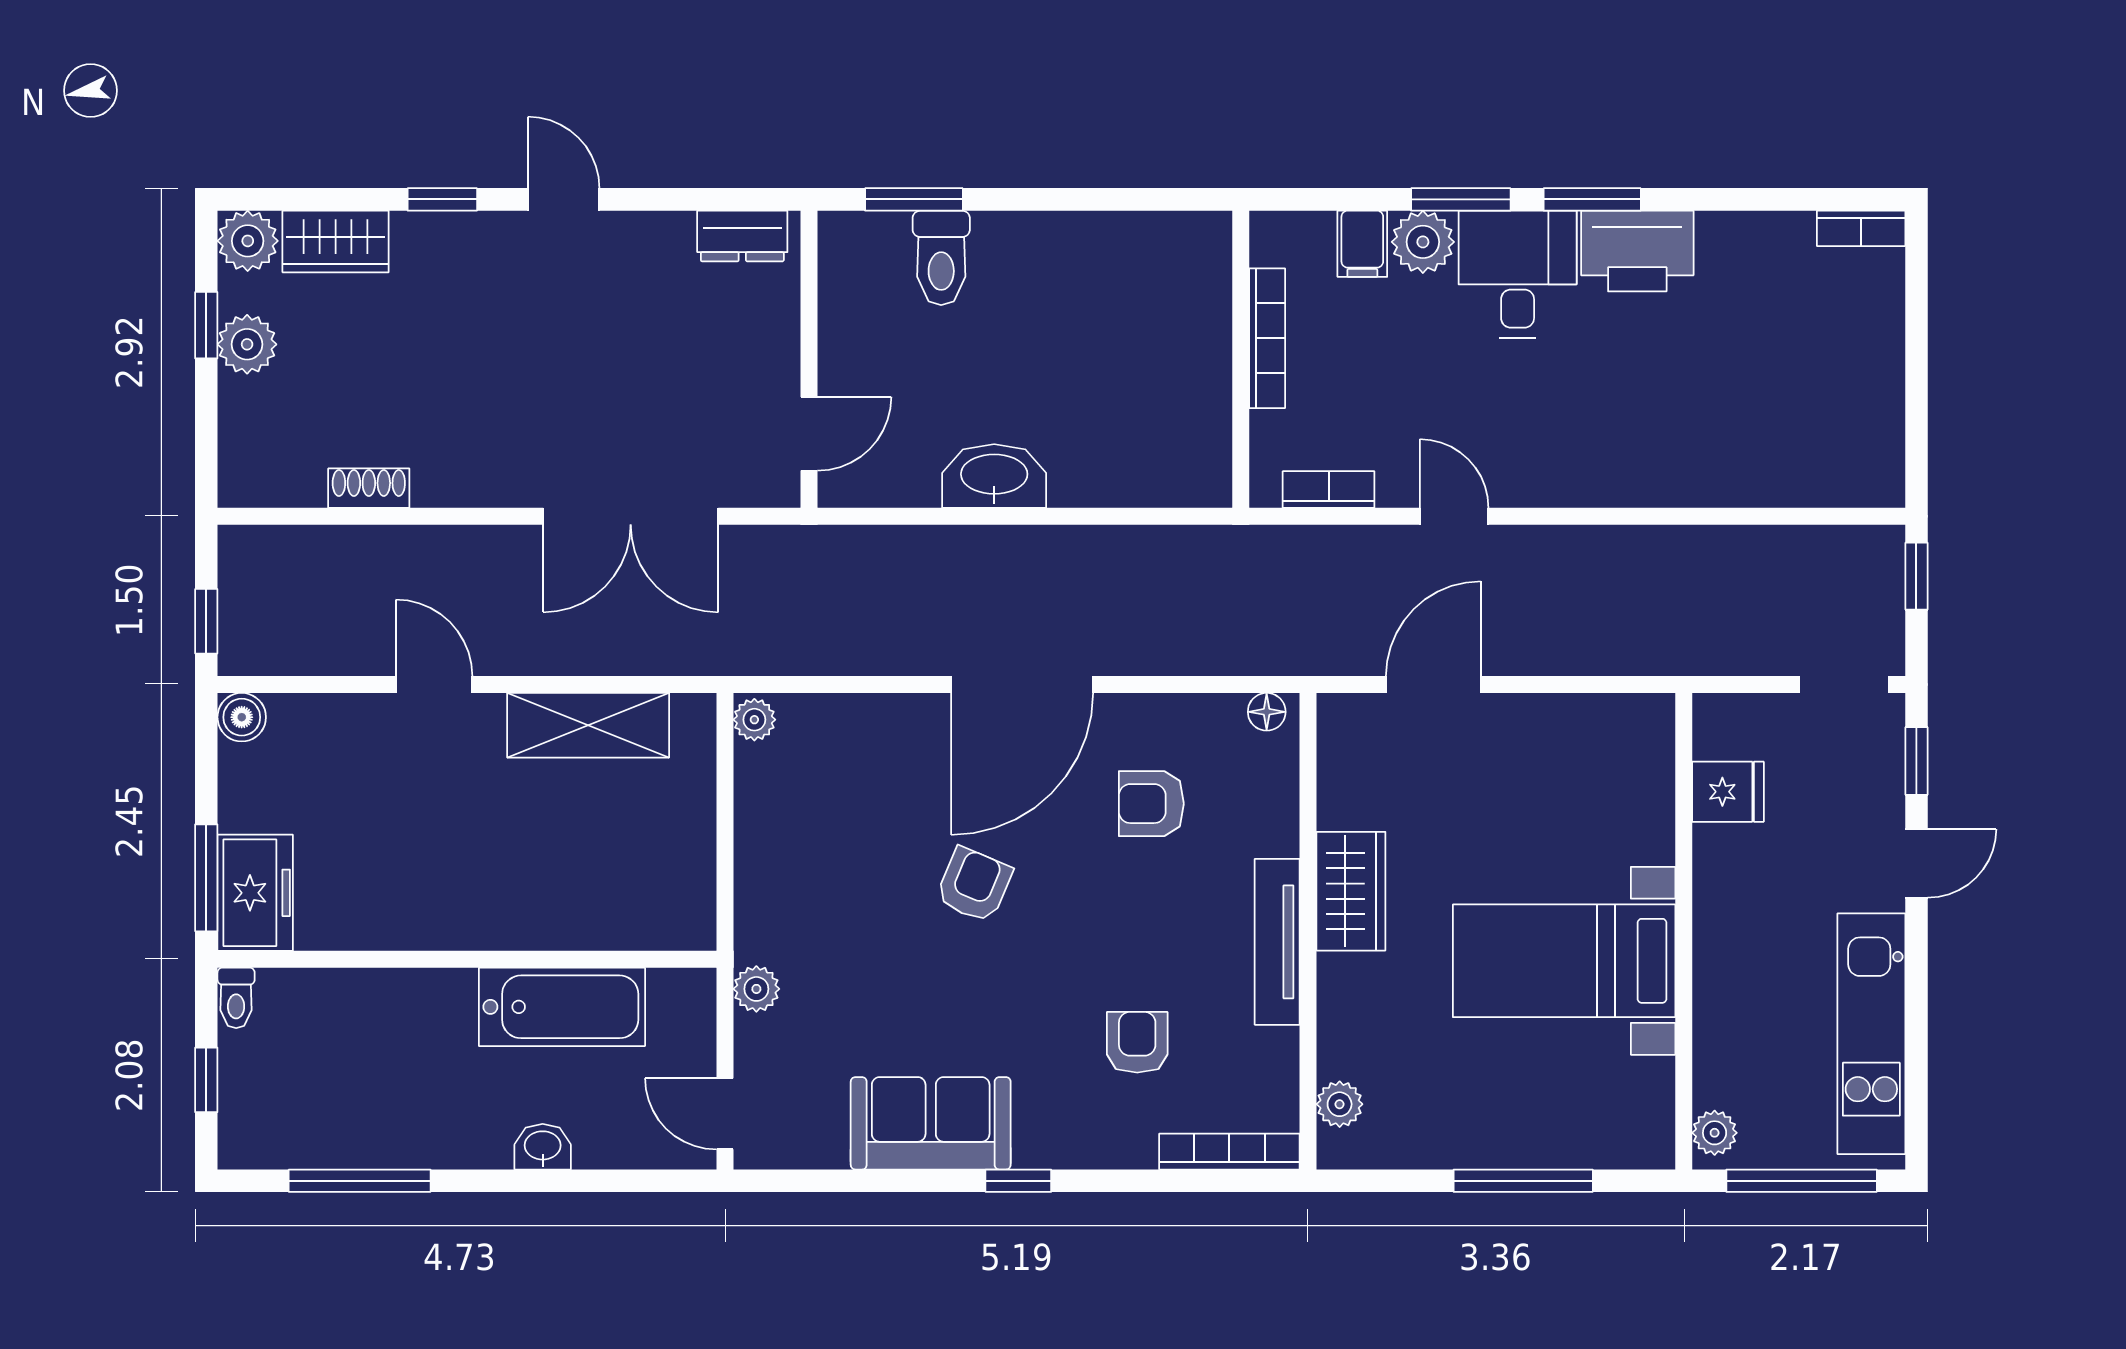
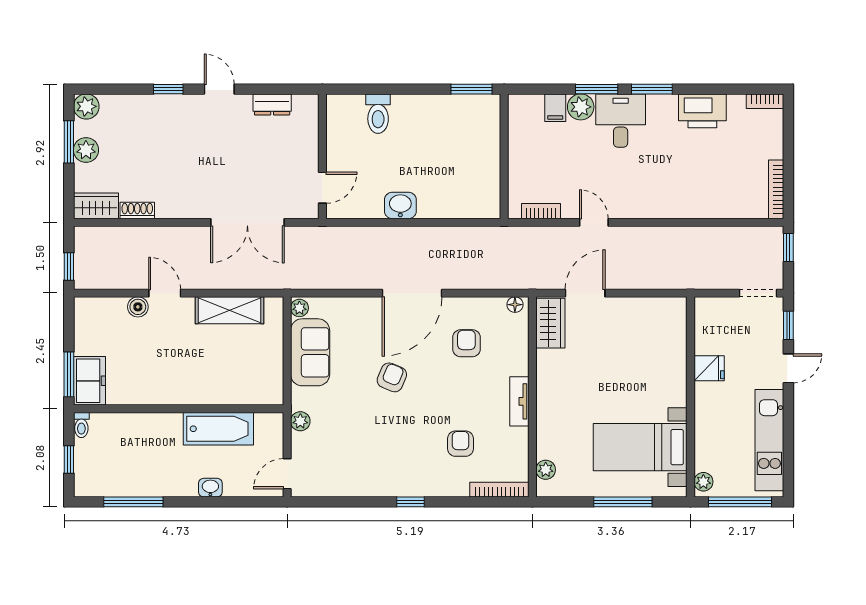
window: (914, 199) -> (471, 89), moved
dresser: (742, 236) -> (272, 104), moved
wardrobe: (336, 241) -> (96, 206), moved, turned 180
printer: (1637, 251) -> (702, 111), moved
window: (206, 325) -> (69, 142), width x1.50
bookcase: (1267, 338) -> (776, 189), moved, turned 180
washbasin: (994, 476) -> (400, 205), width x0.72
boiler: (242, 717) -> (138, 307), moved
fridge: (1728, 792) -> (709, 368), moved
armchair: (1151, 804) -> (466, 343), turned 90
wardrobe: (1351, 891) -> (550, 323), moved
tv unit: (1277, 942) -> (519, 401), width x0.71
bed with nightstands: (1564, 961) -> (640, 447), moved
door: (725, 1114) -> (287, 474), hinge flipped
sofa: (931, 1123) -> (310, 352), moved, turned 90

